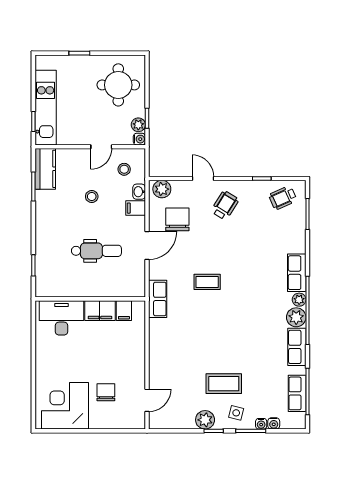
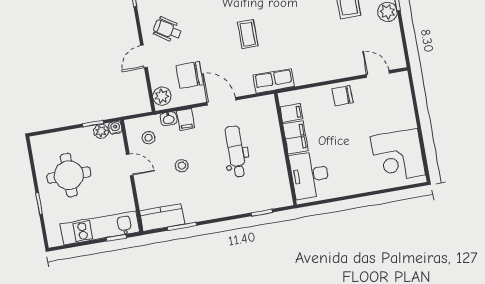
round table: (118, 85) -> (69, 175), moved
chair: (106, 392) -> (343, 96), moved

